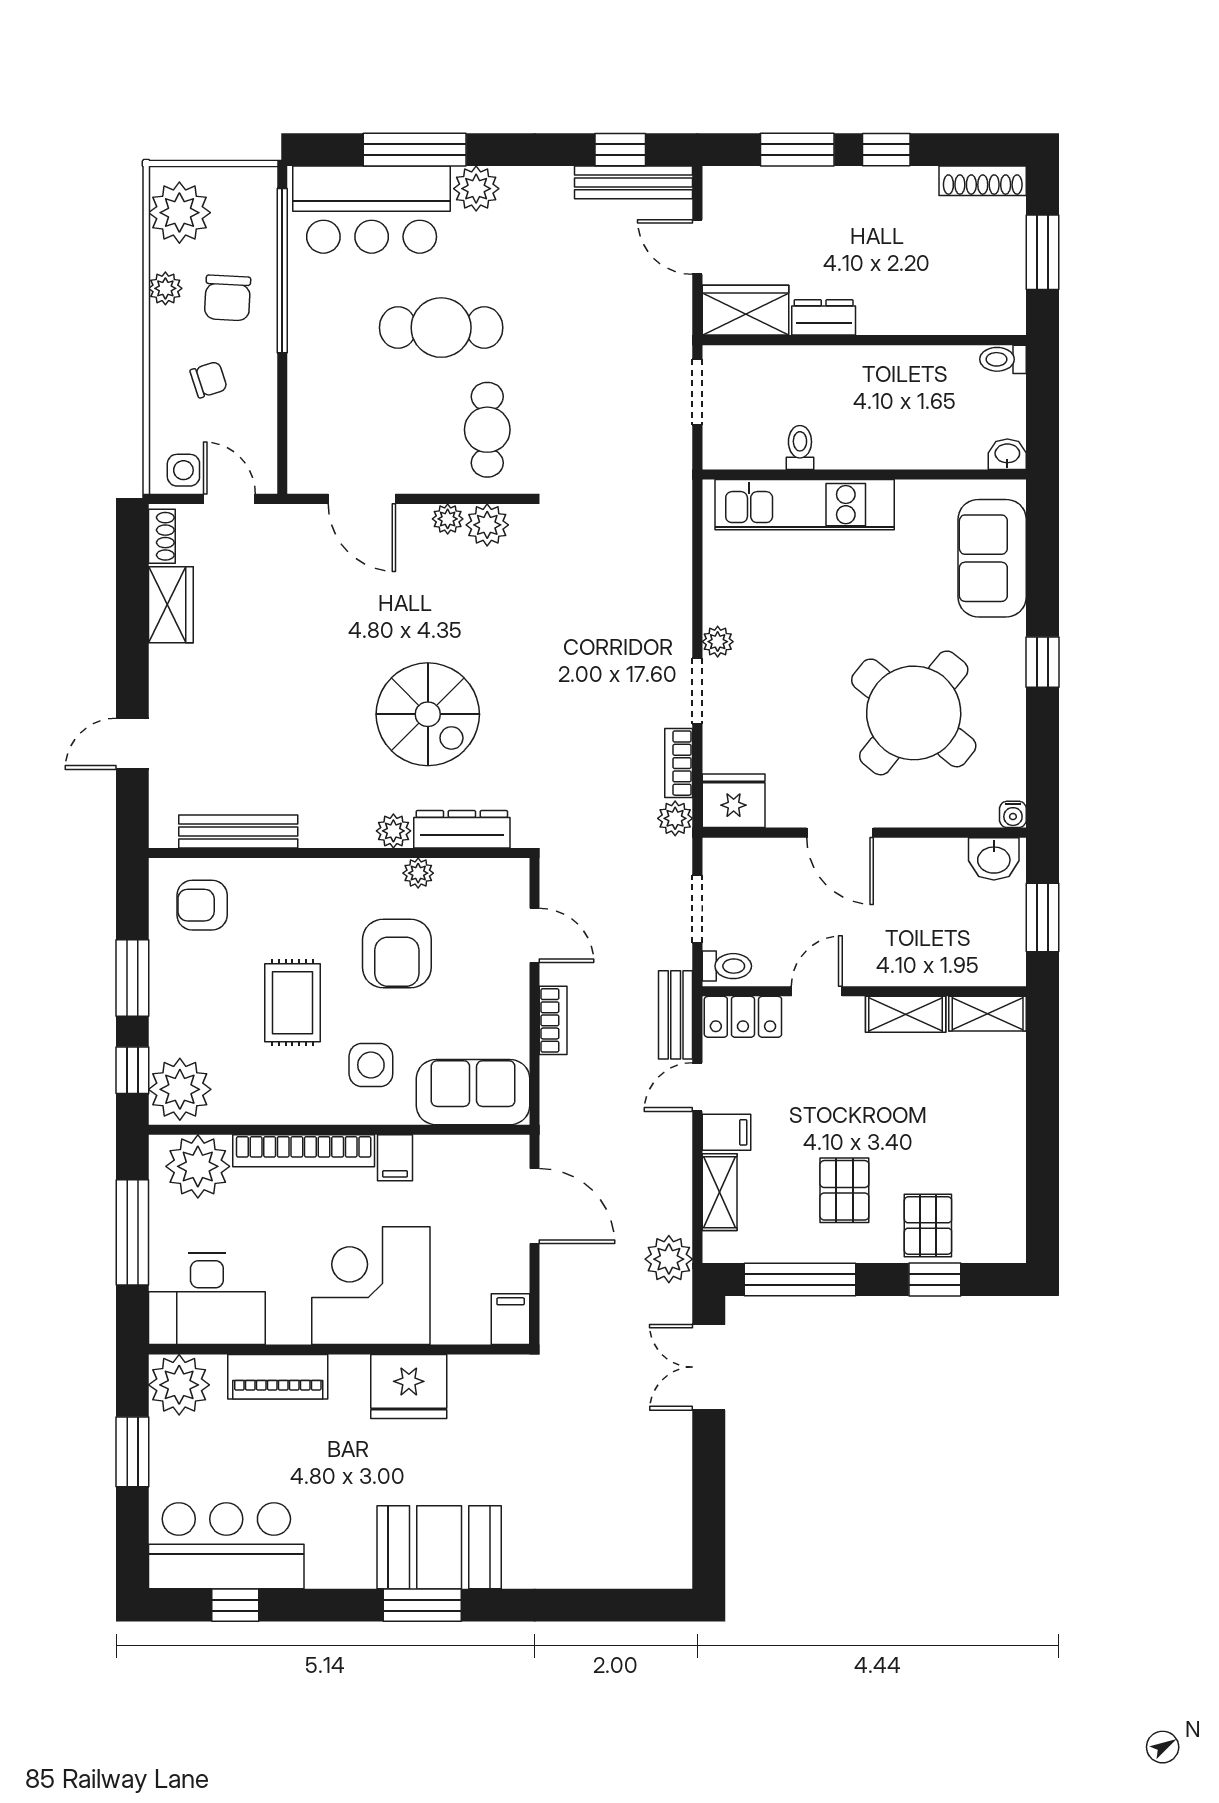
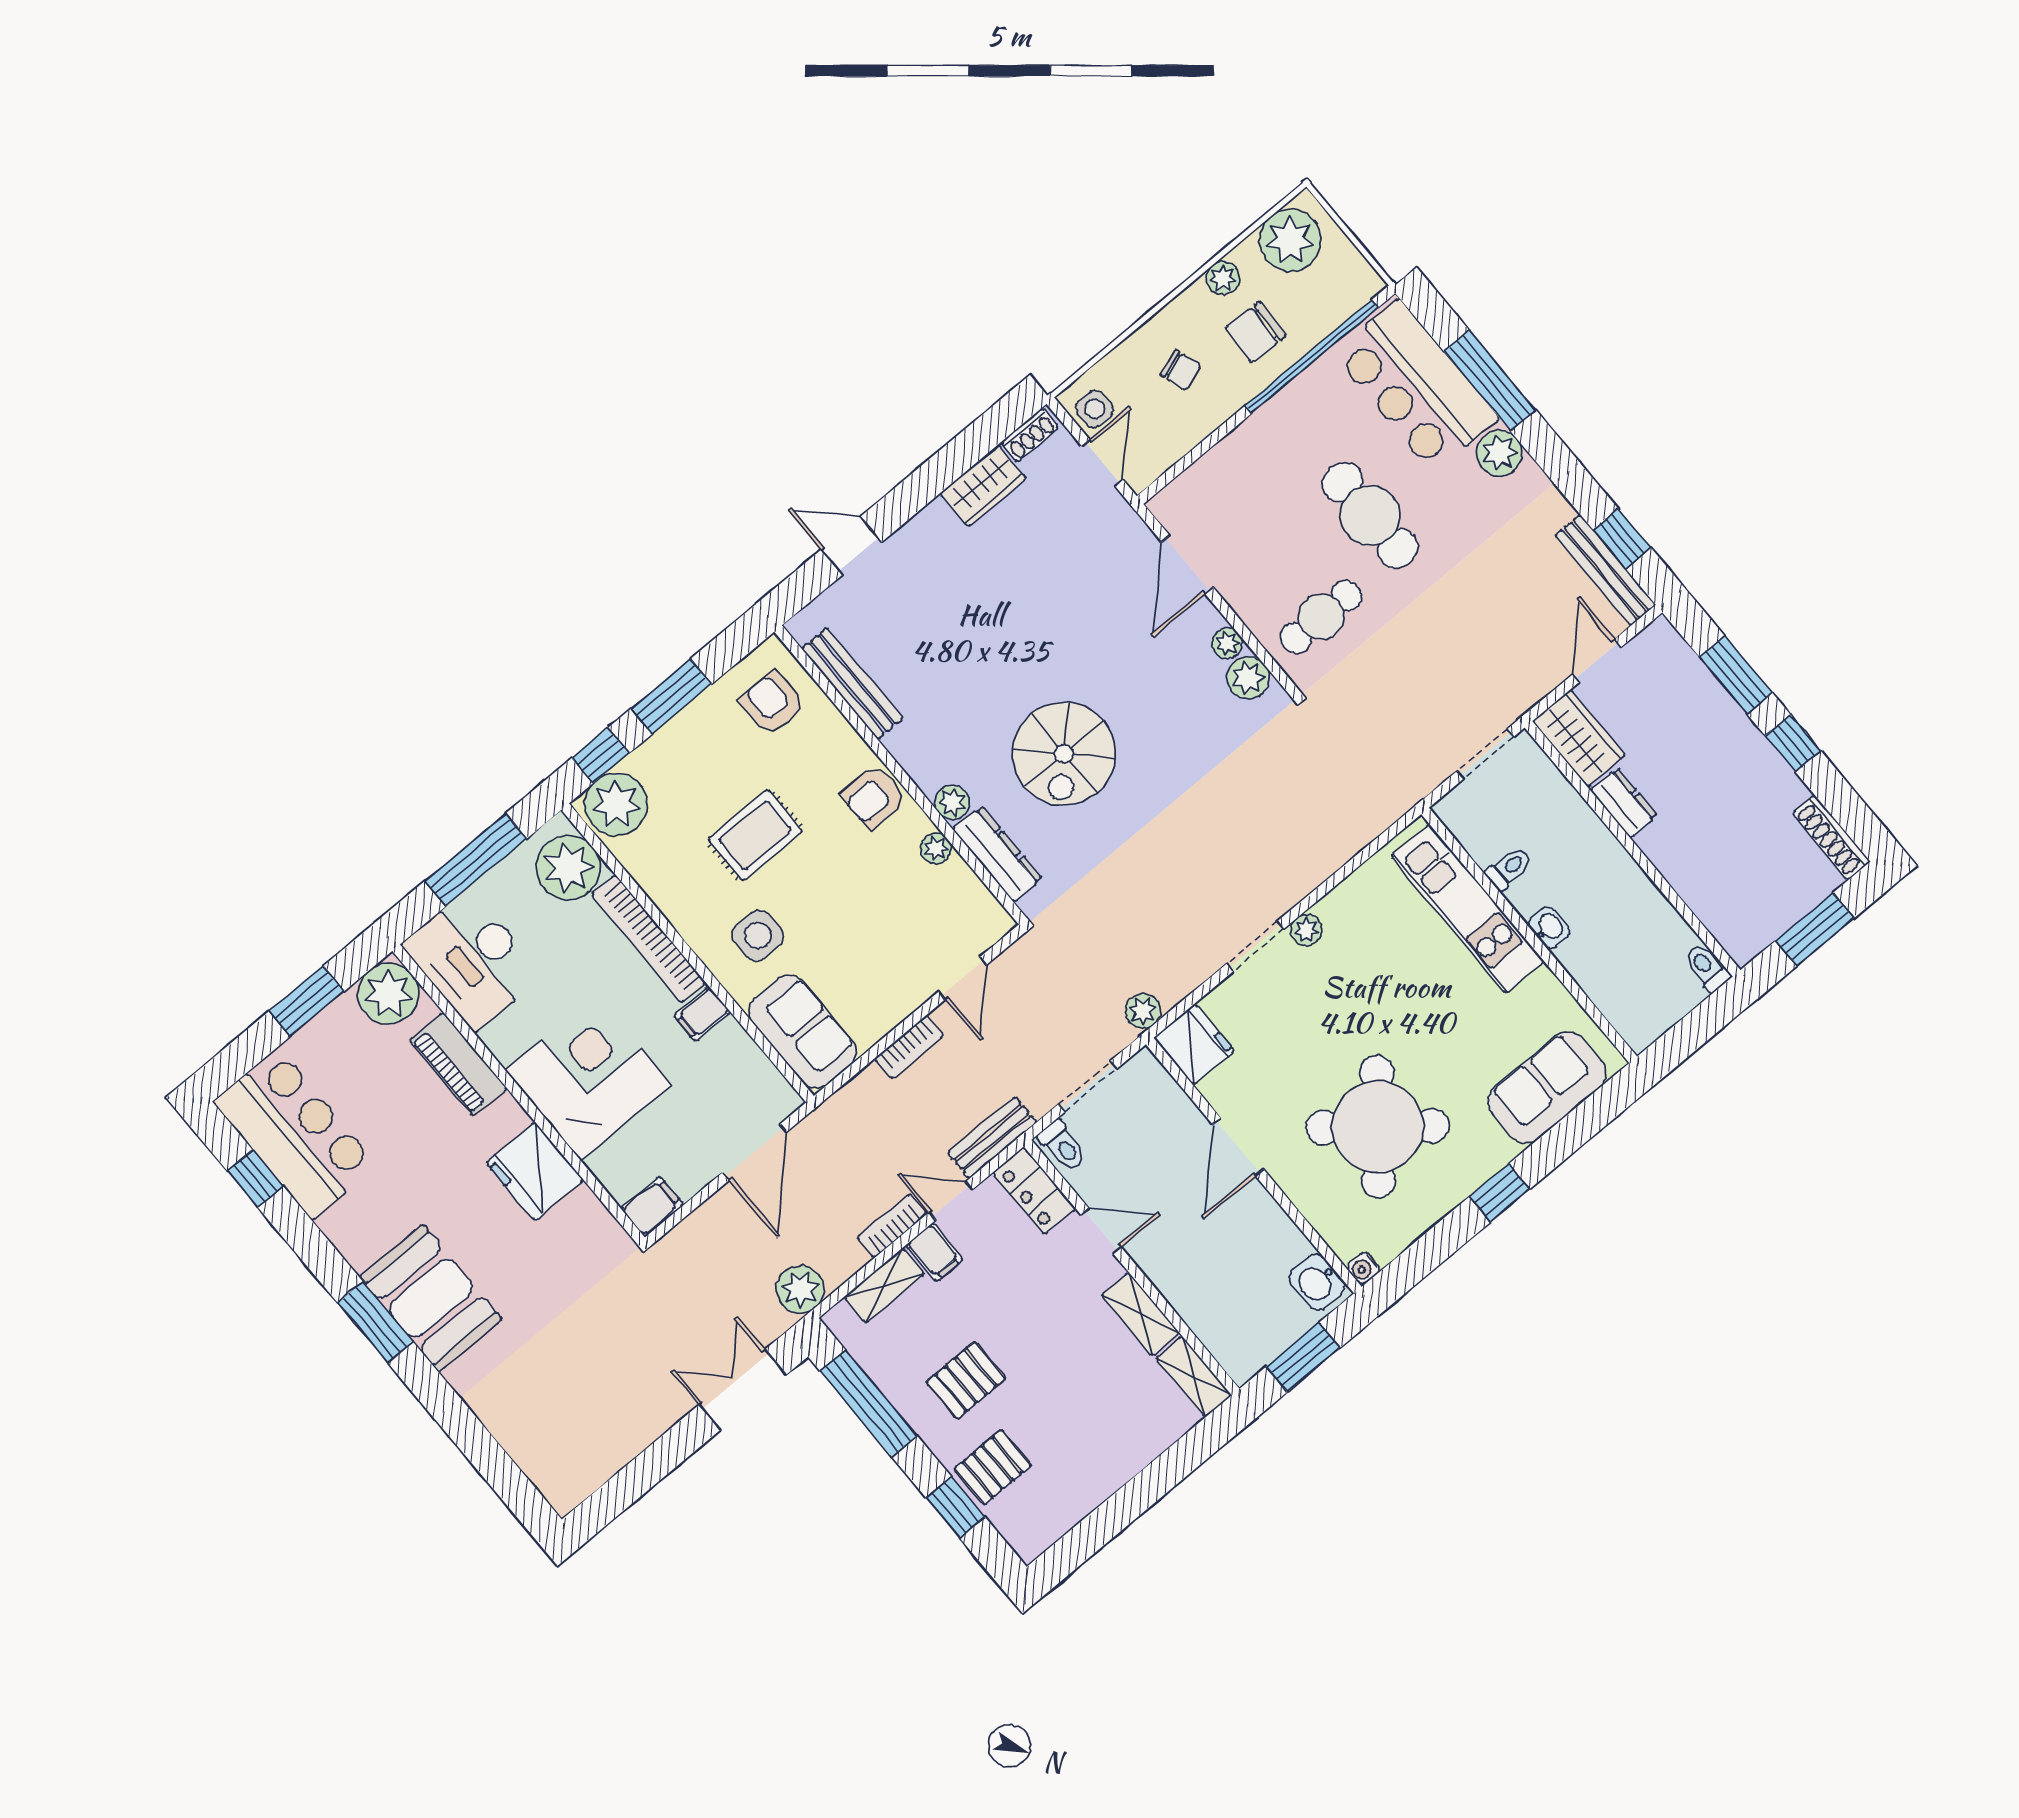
washbasin: (1007, 454) -> (1549, 928), moved
bookcase: (679, 763) -> (892, 1226), moved
armchair: (397, 954) -> (874, 797), moved, width x0.72, depth x0.72

